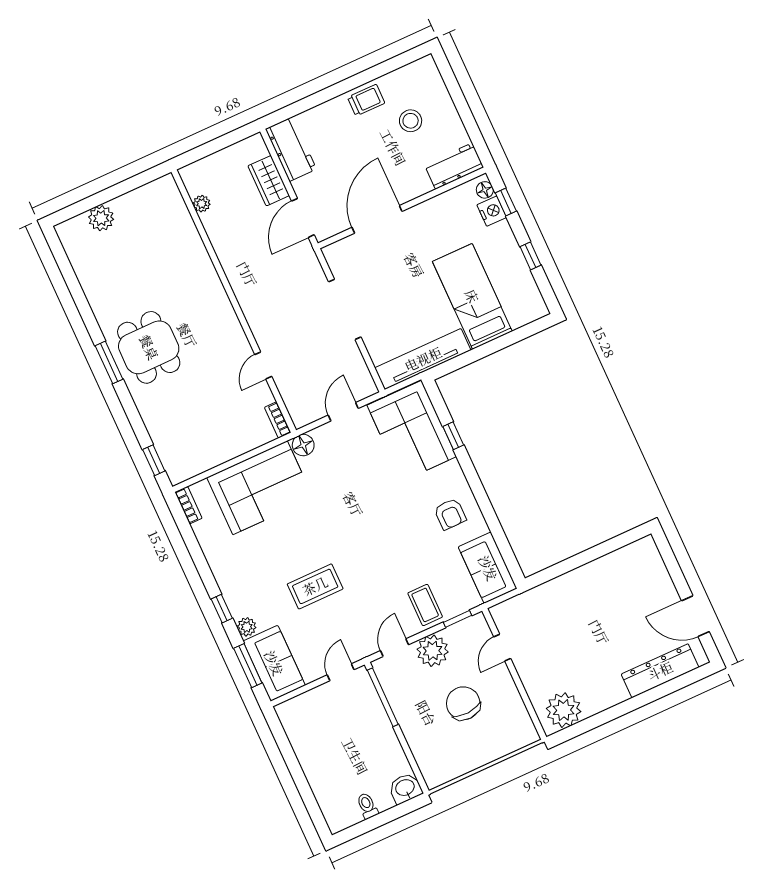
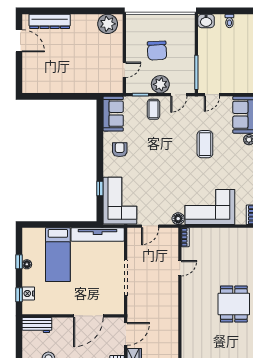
floor lamp: (485, 190) -> (27, 264), moved
coffee table: (315, 586) -> (205, 144), turned 90

